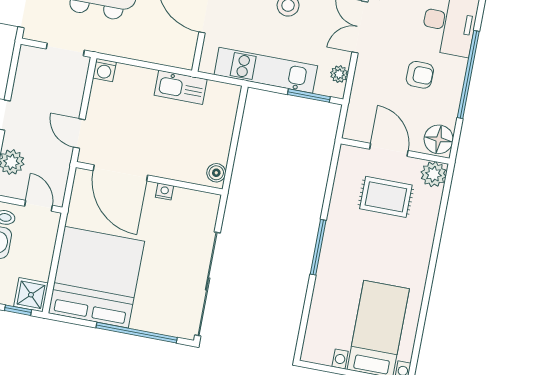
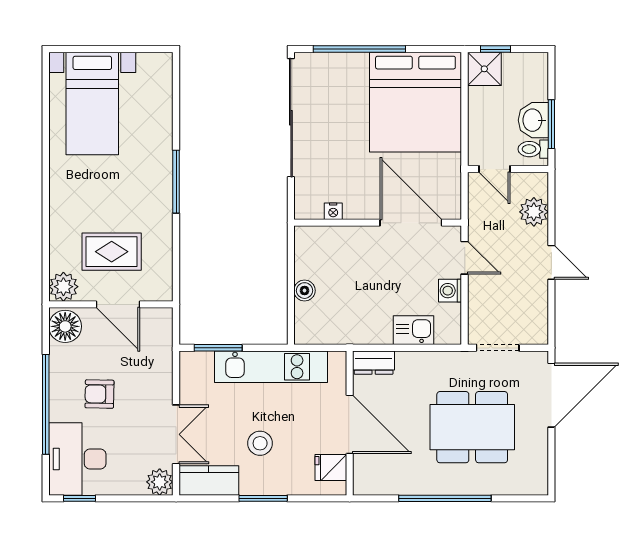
dresser: (176, 57) -> (374, 363), added
washing machine: (104, 70) -> (450, 291), moved, turned -90
plant: (339, 74) -> (189, 378), removed
kitchen sink: (181, 87) -> (413, 330), moved, width x0.73
boiler: (216, 173) -> (305, 291), moved
nightstand: (164, 191) -> (333, 211), moved

